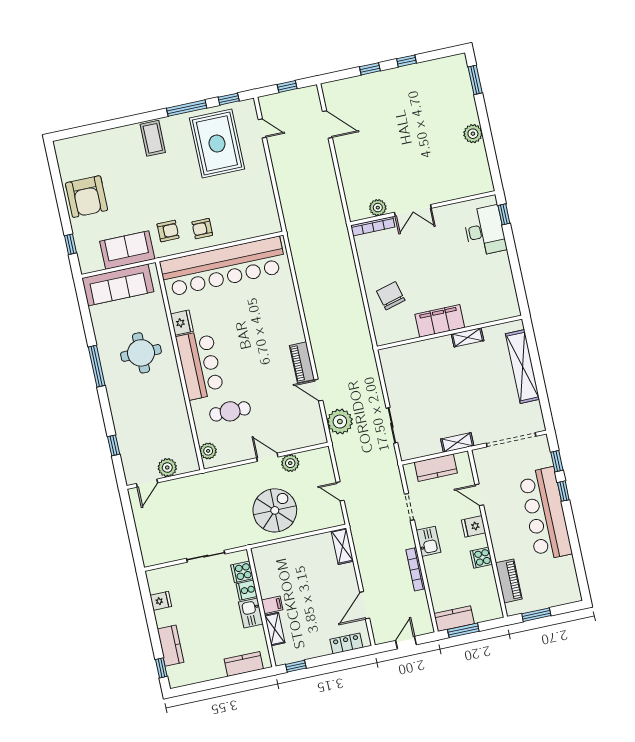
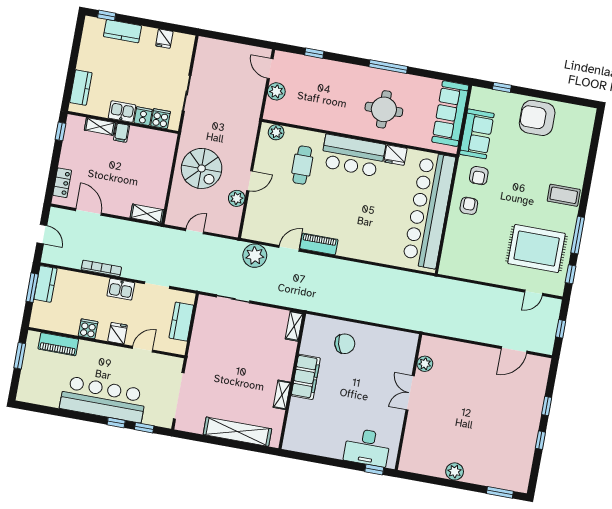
bookcase: (373, 226) -> (411, 353), removed
shelving: (457, 442) -> (294, 326), moved

